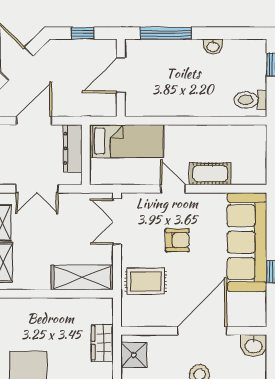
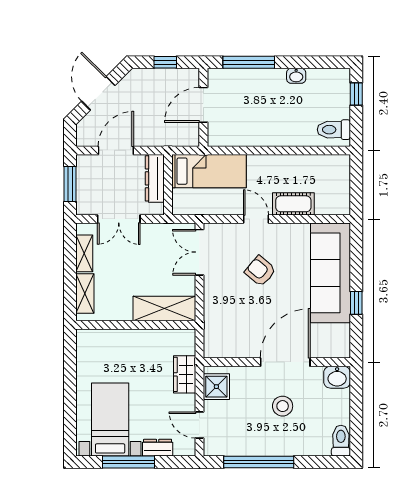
armchair: (177, 240) -> (260, 271), turned -140
rug: (146, 281) -> (228, 312), removed

